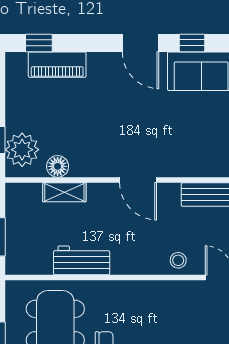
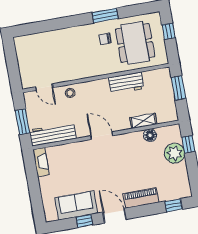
piano: (57, 65) -> (141, 198), moved
plant: (22, 150) -> (175, 153), moved

